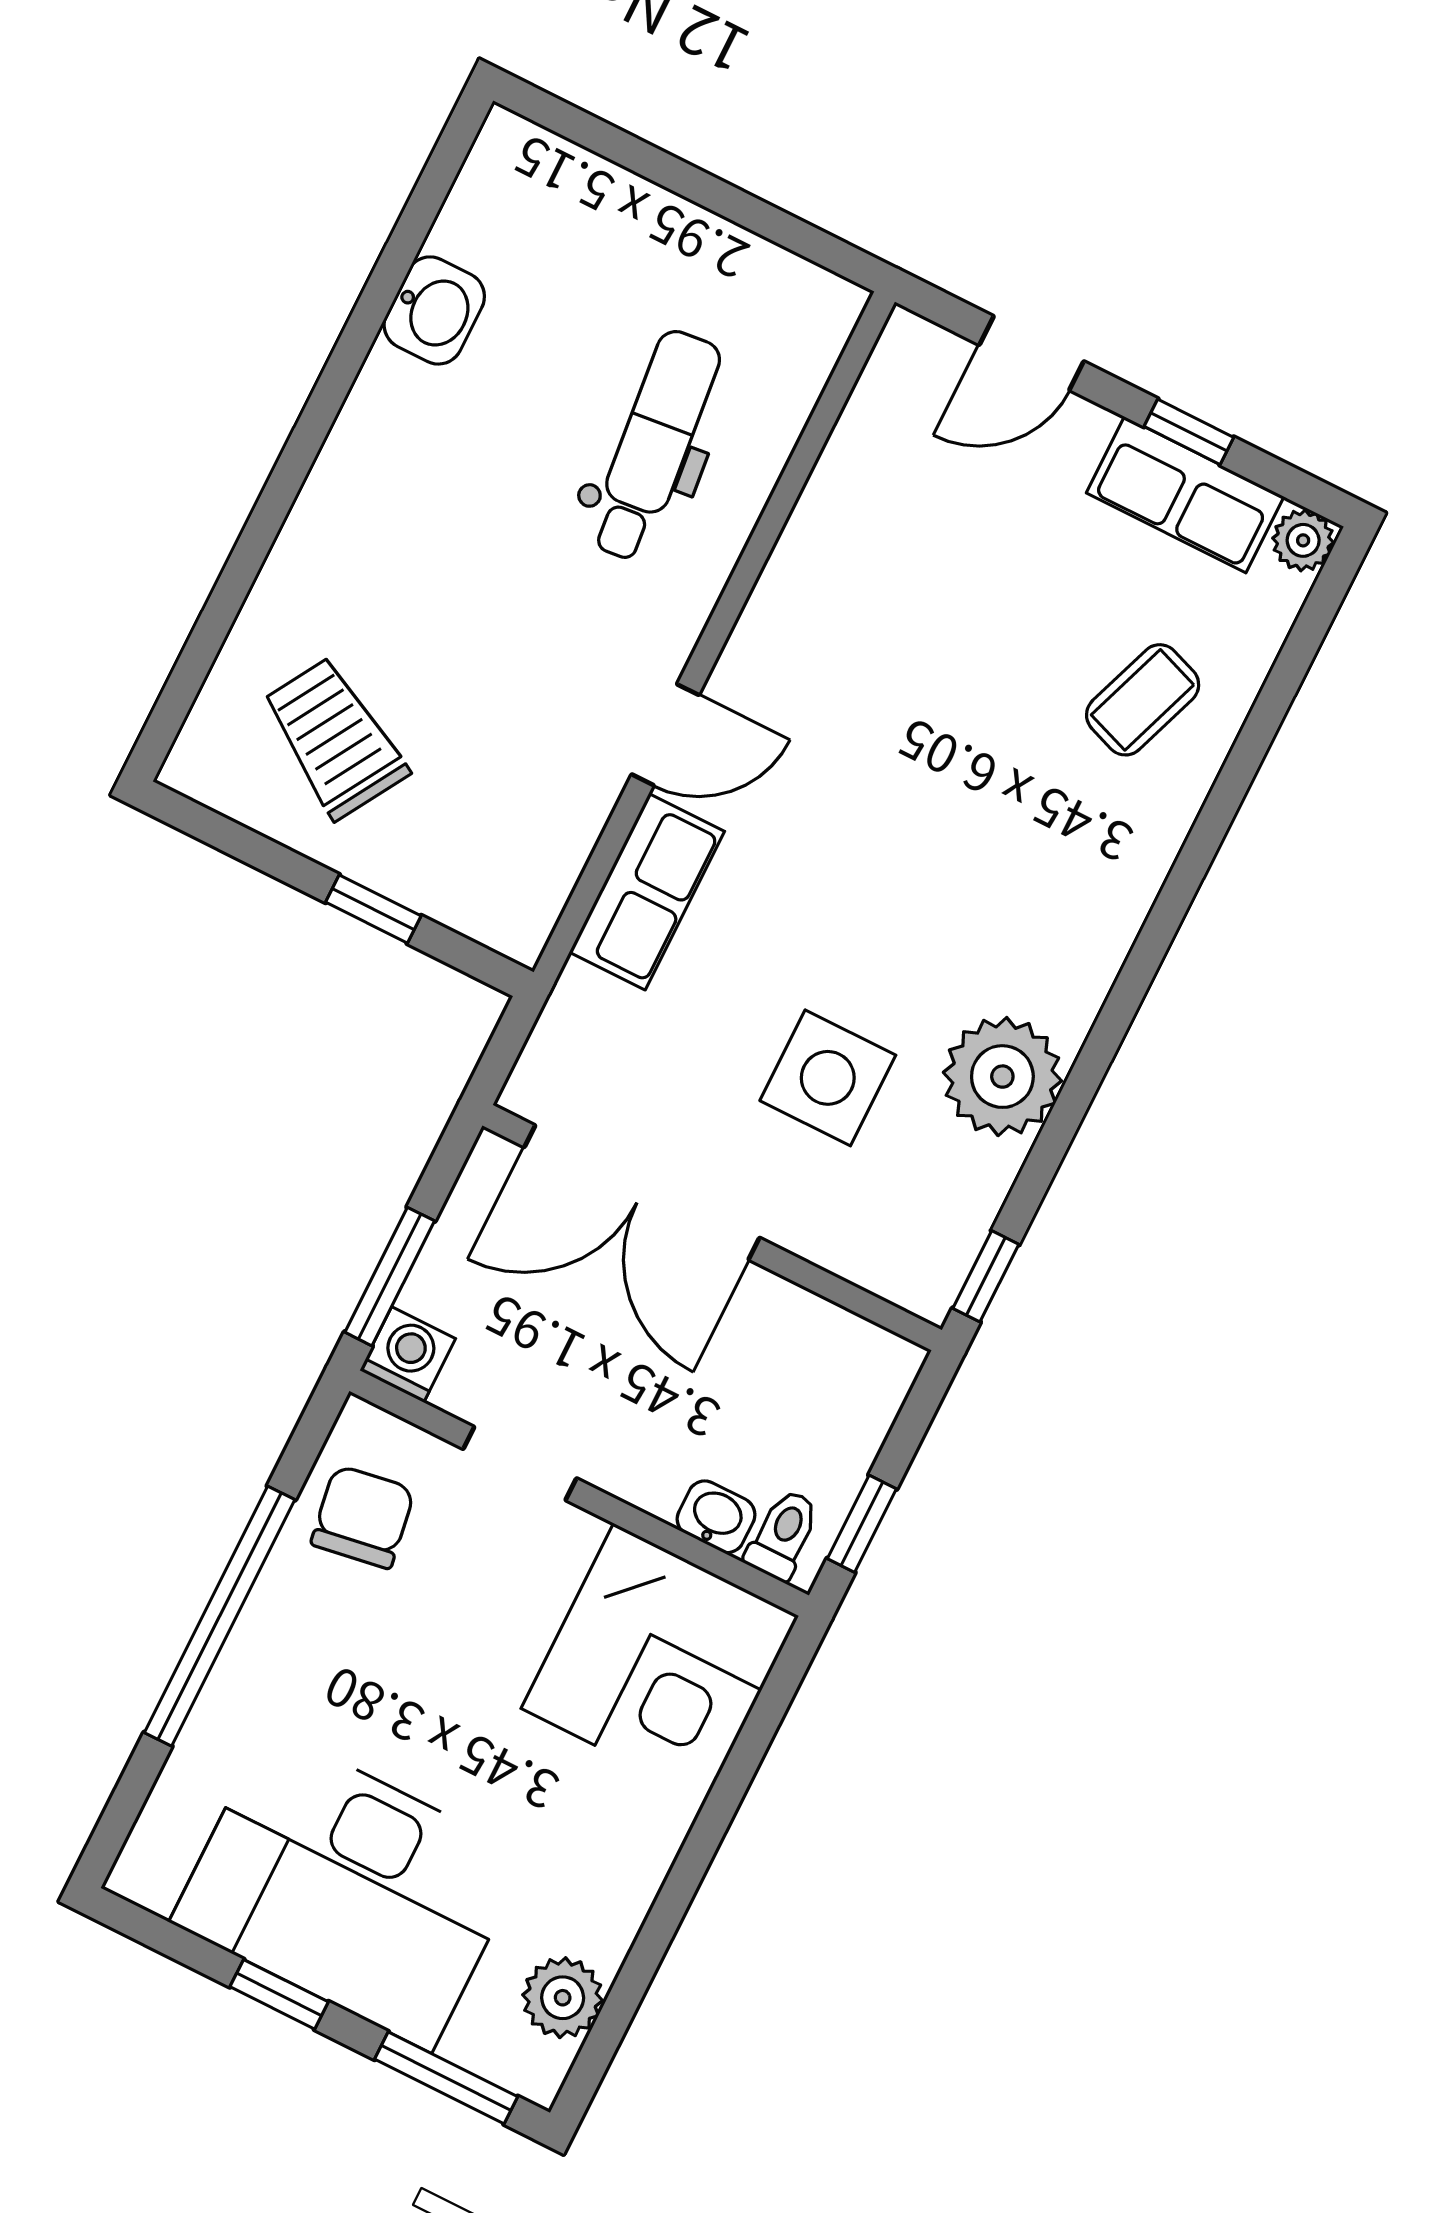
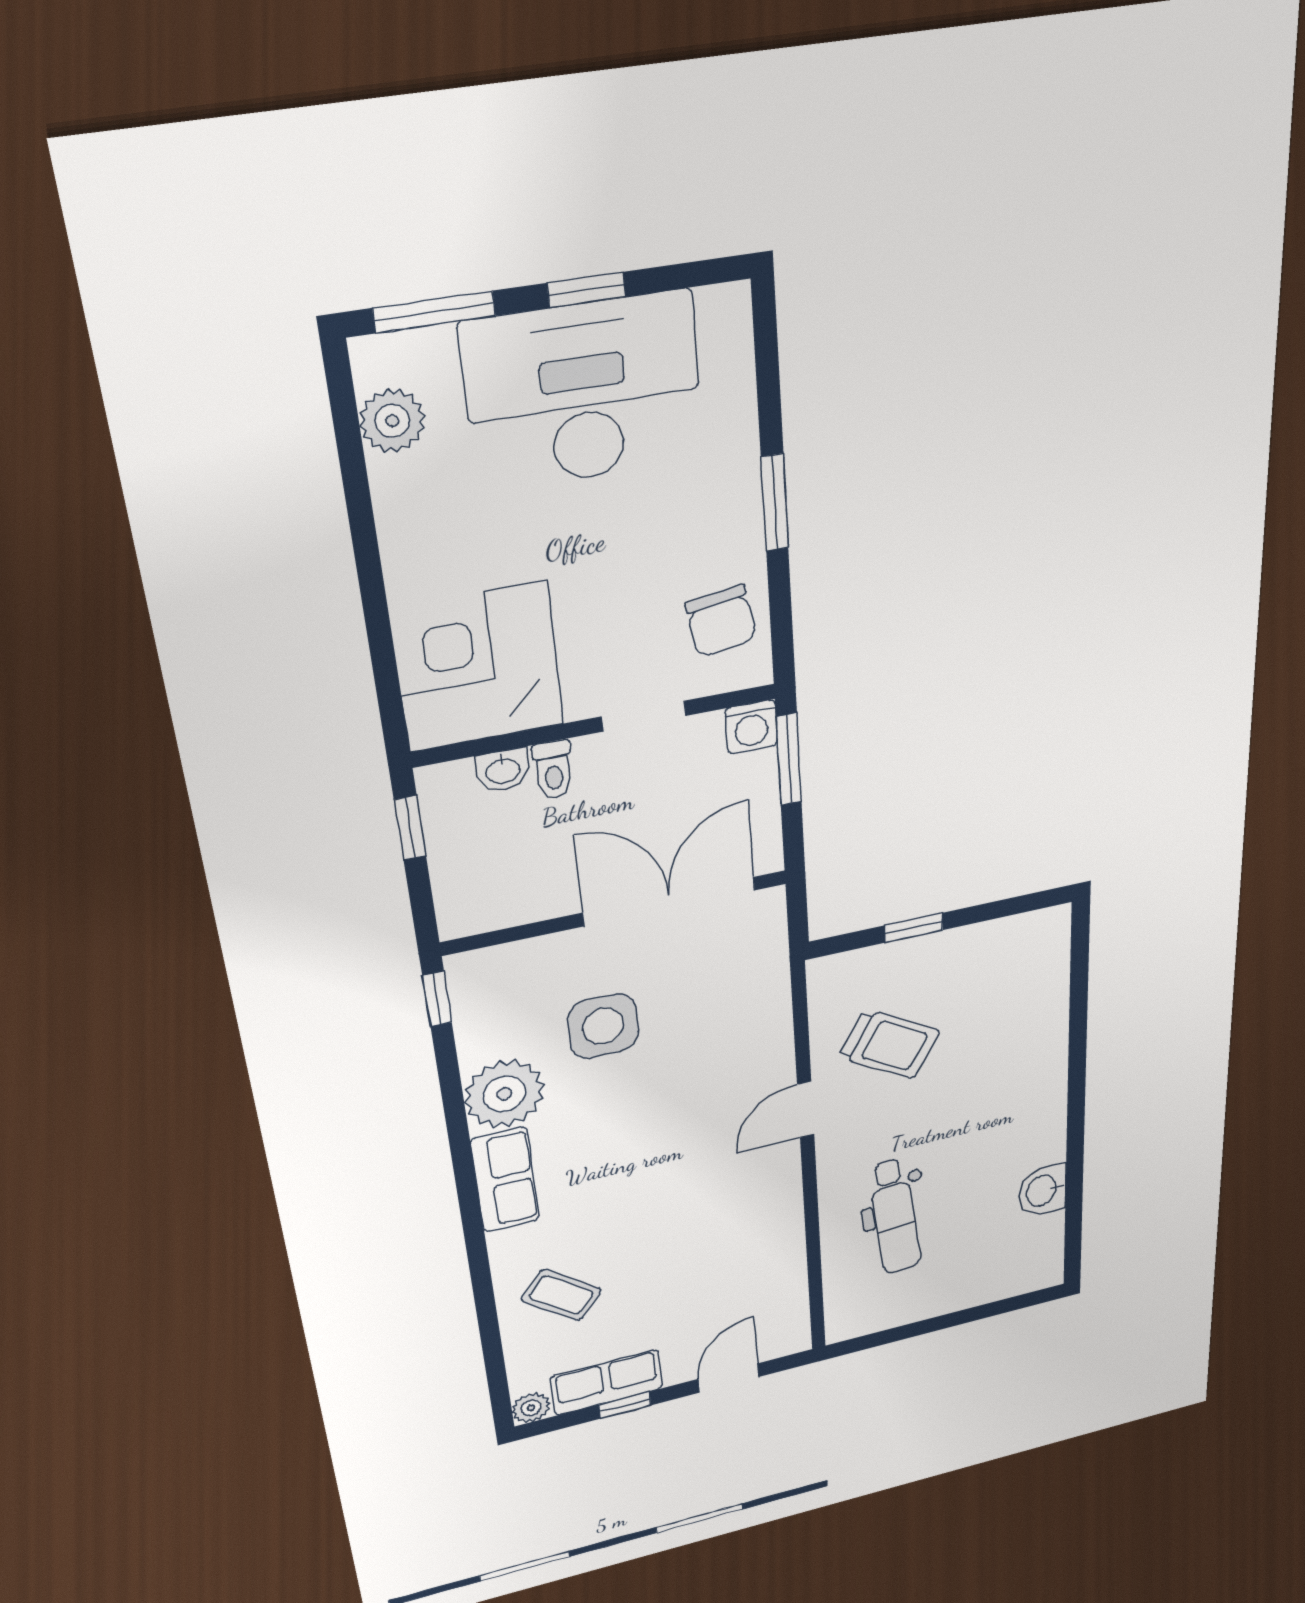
coffee table: (1143, 700) -> (561, 1295), turned -71
trolley: (335, 738) -> (889, 1044), moved
row of seats: (647, 892) -> (505, 1180), moved, turned 180
toilet: (783, 1535) -> (553, 770), moved
window: (220, 1616) -> (775, 503), width x0.47

